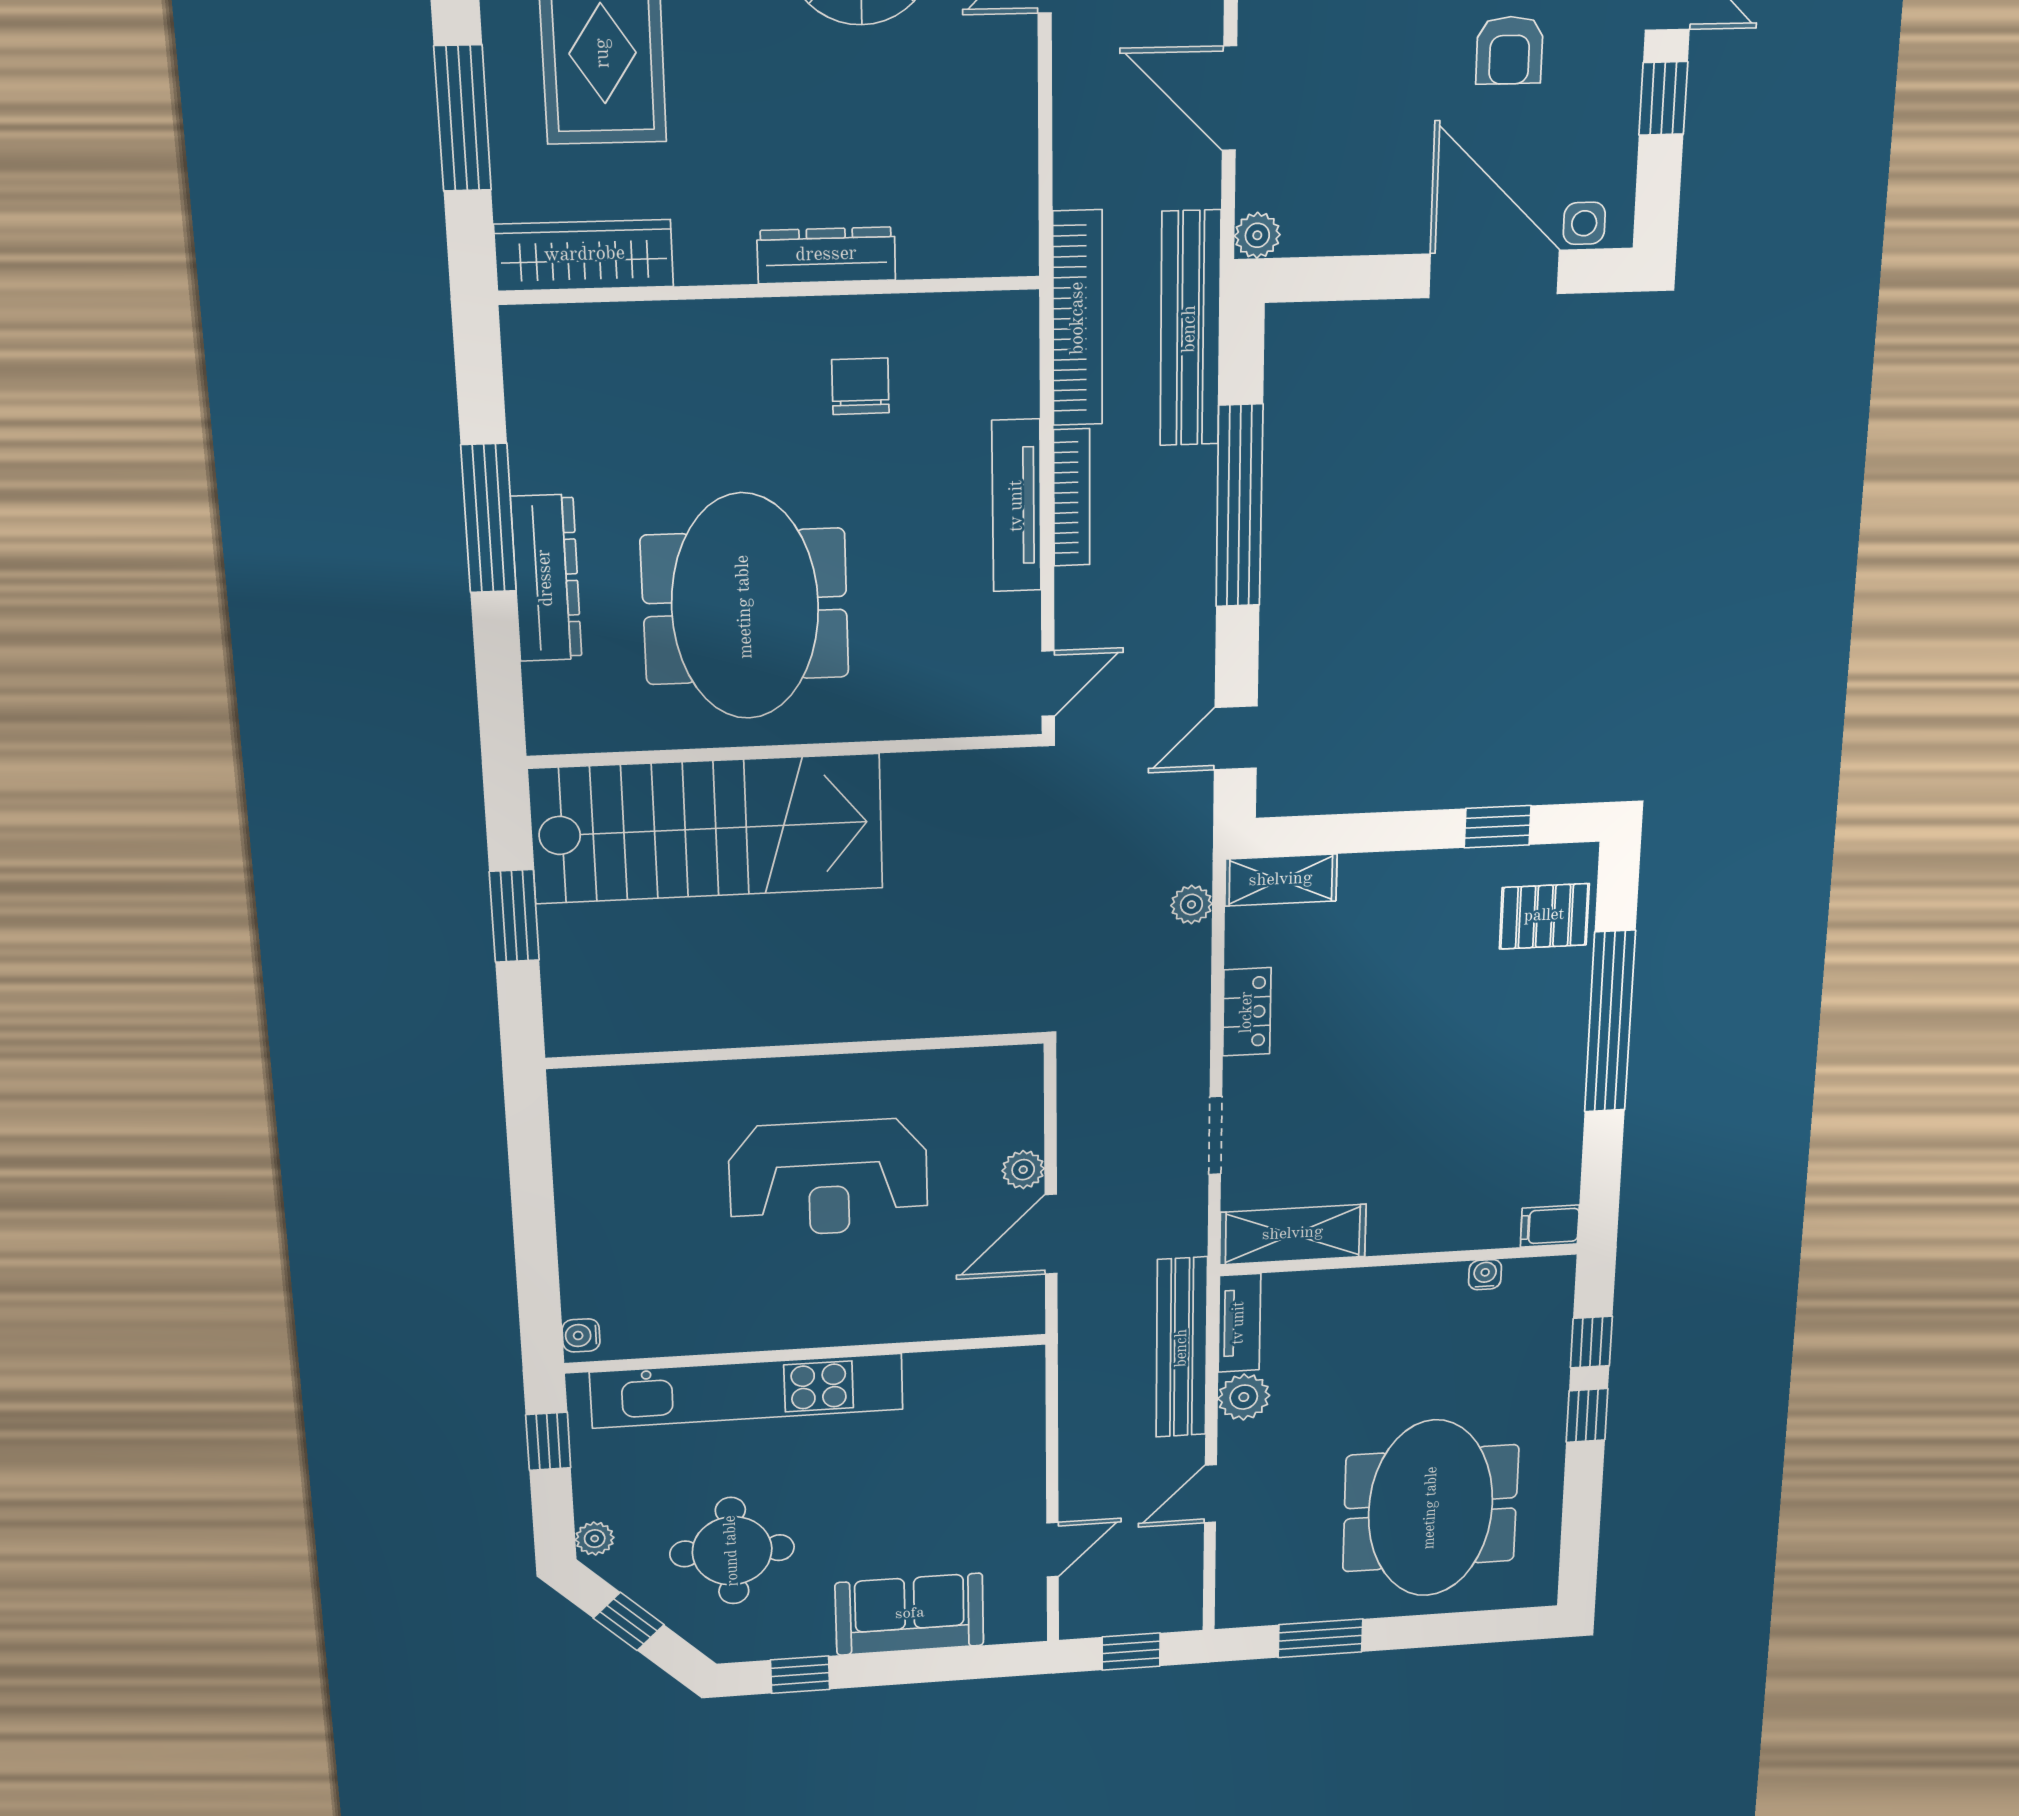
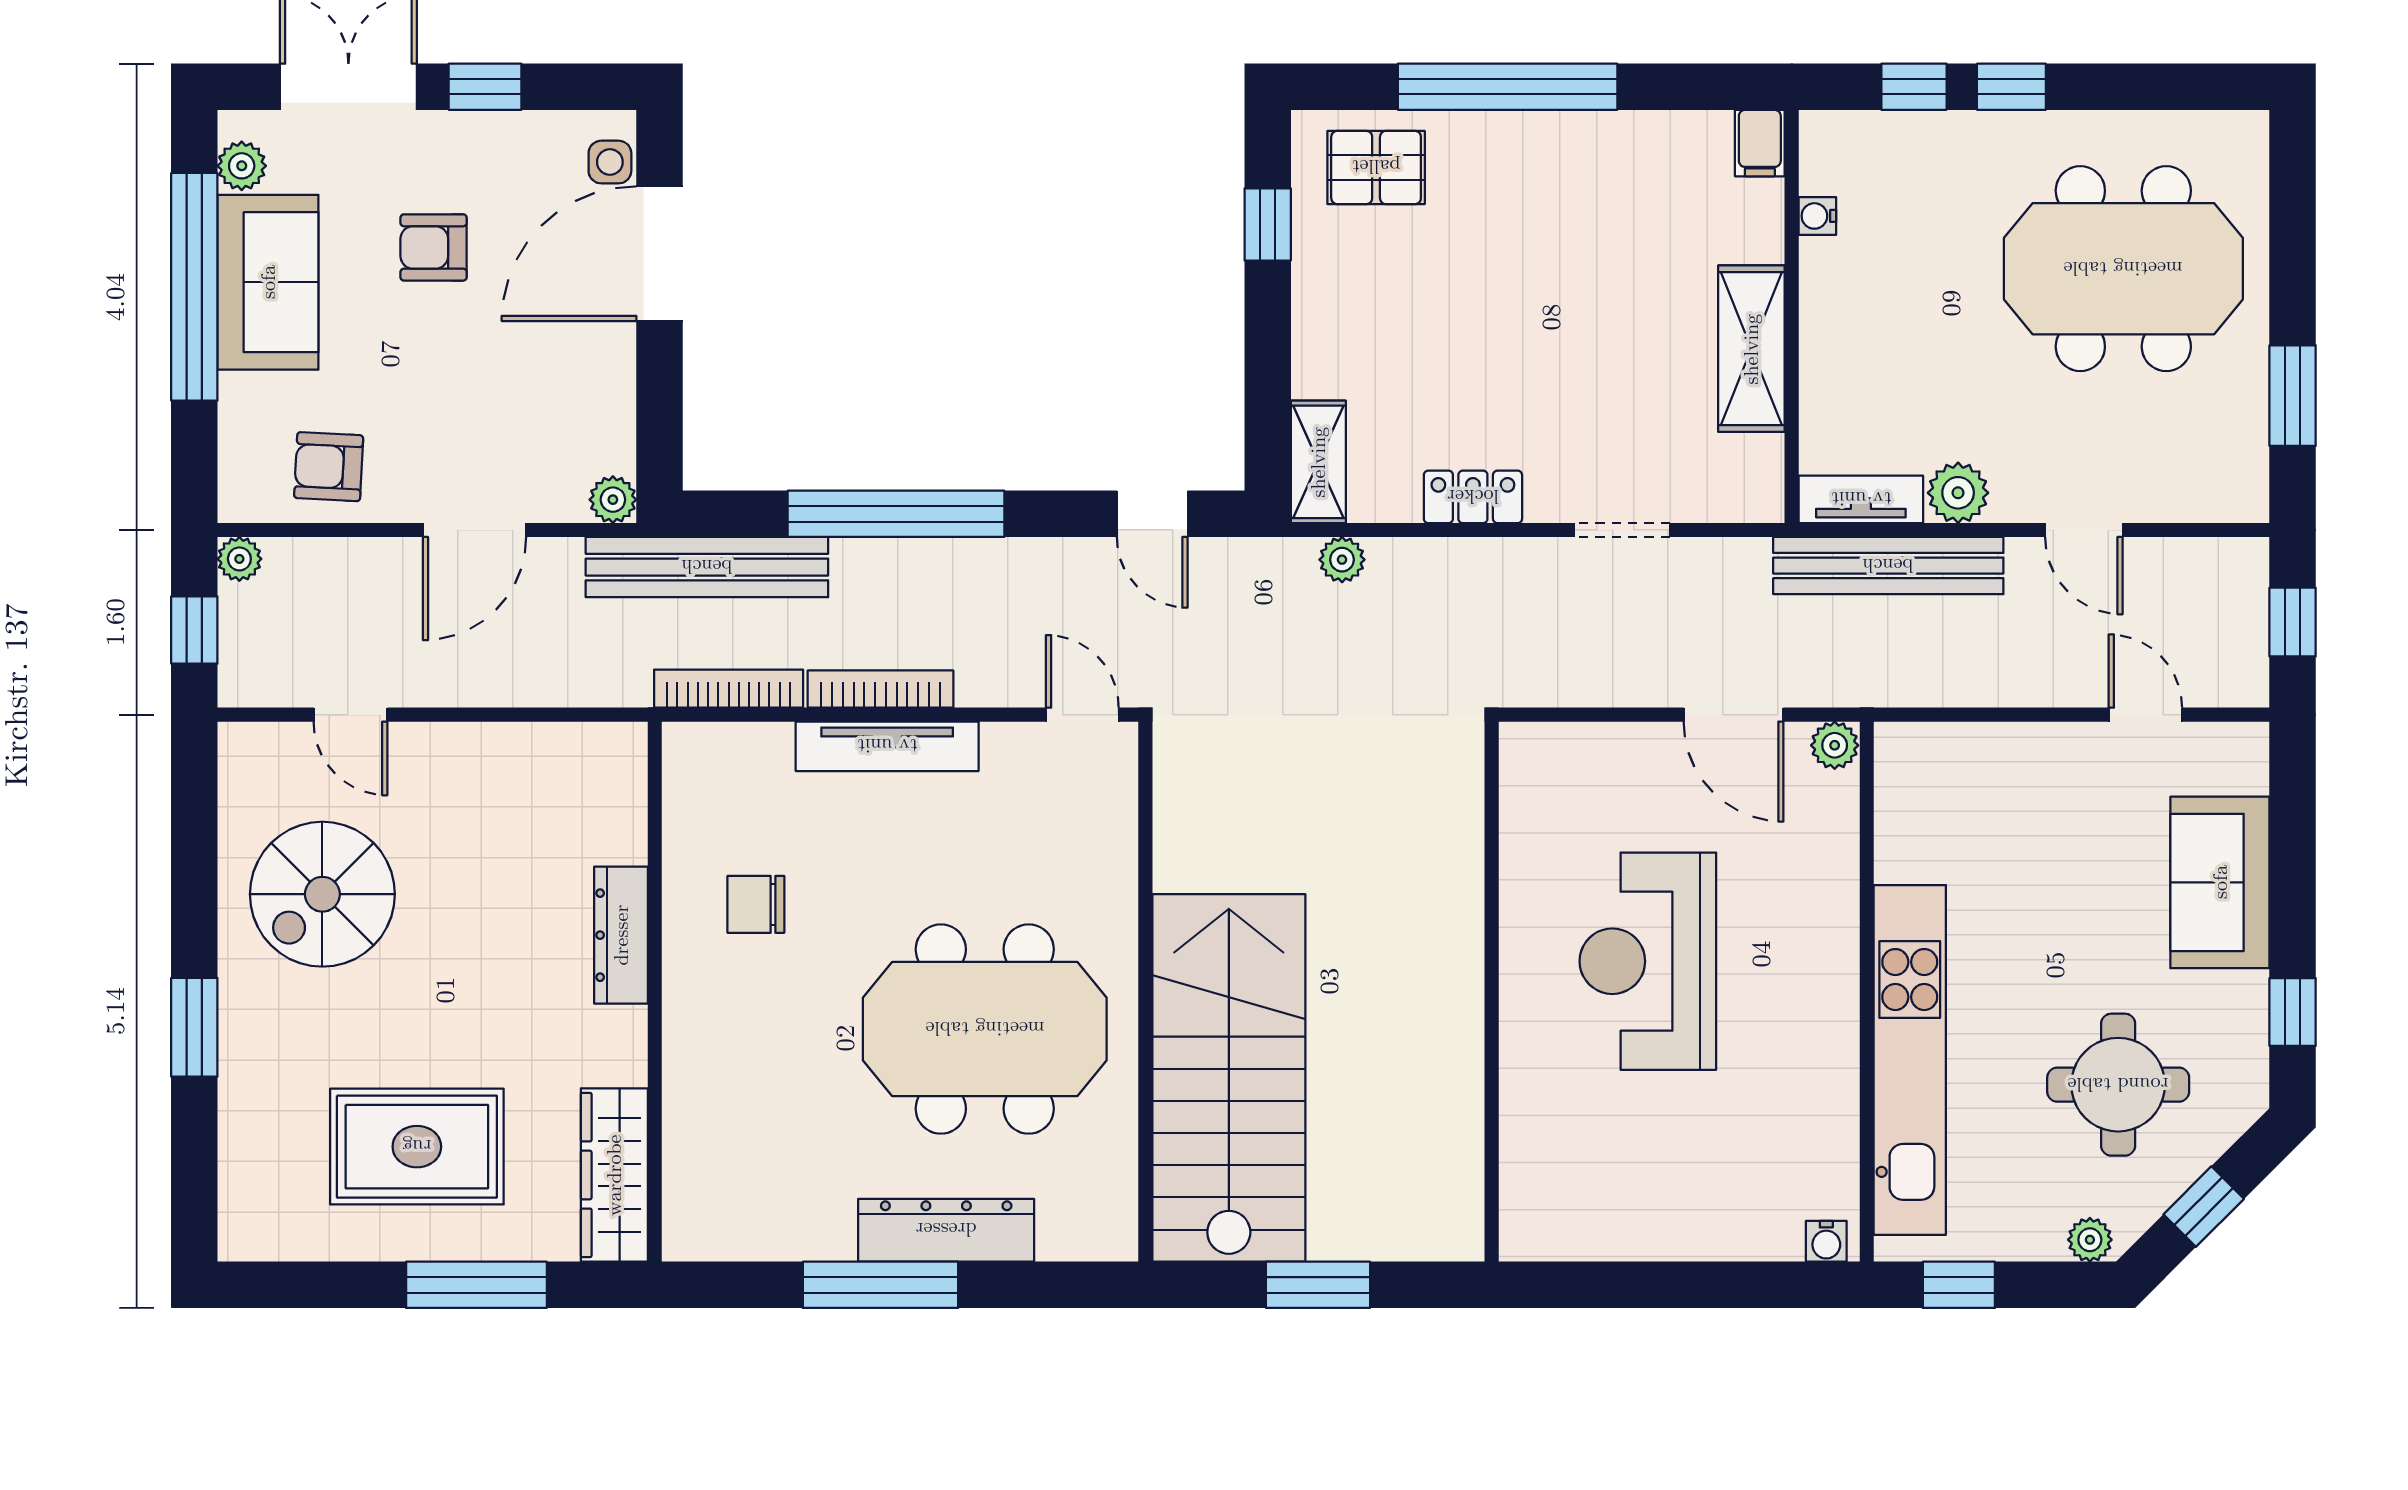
armchair: (1509, 50) -> (434, 247), turned 180
bookcase: (1078, 318) -> (729, 689), width x0.68, depth x0.76
pallet: (1544, 916) -> (1376, 167), turned 90
plant: (1023, 1170) -> (1835, 745), moved
reception desk: (828, 1178) -> (1648, 961), turned 180
shelving: (1293, 1234) -> (1751, 349), moved

